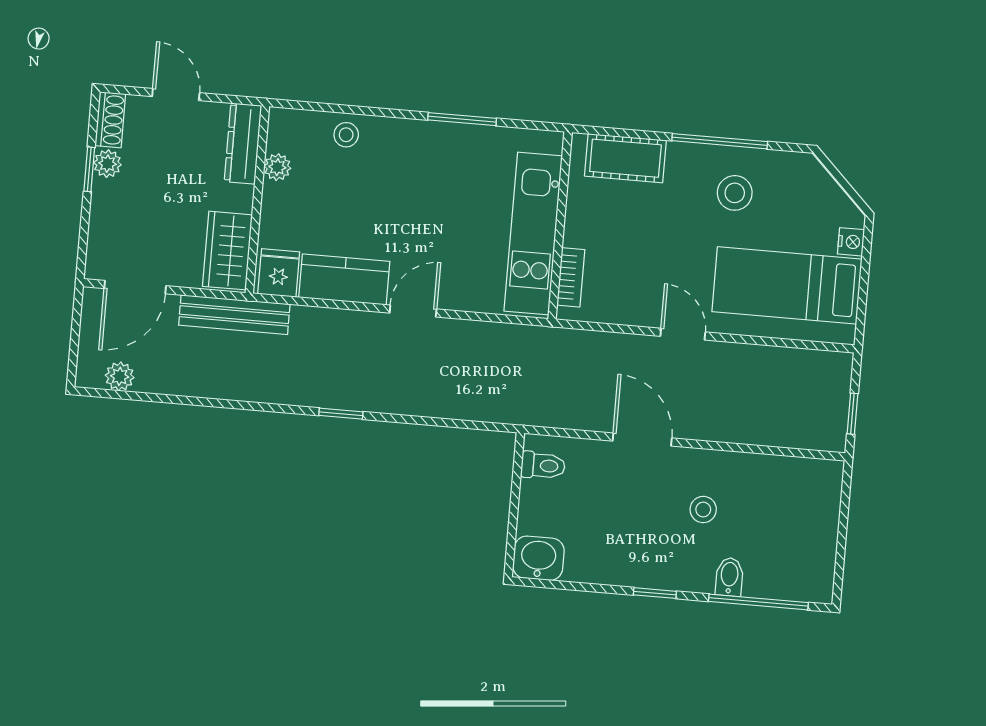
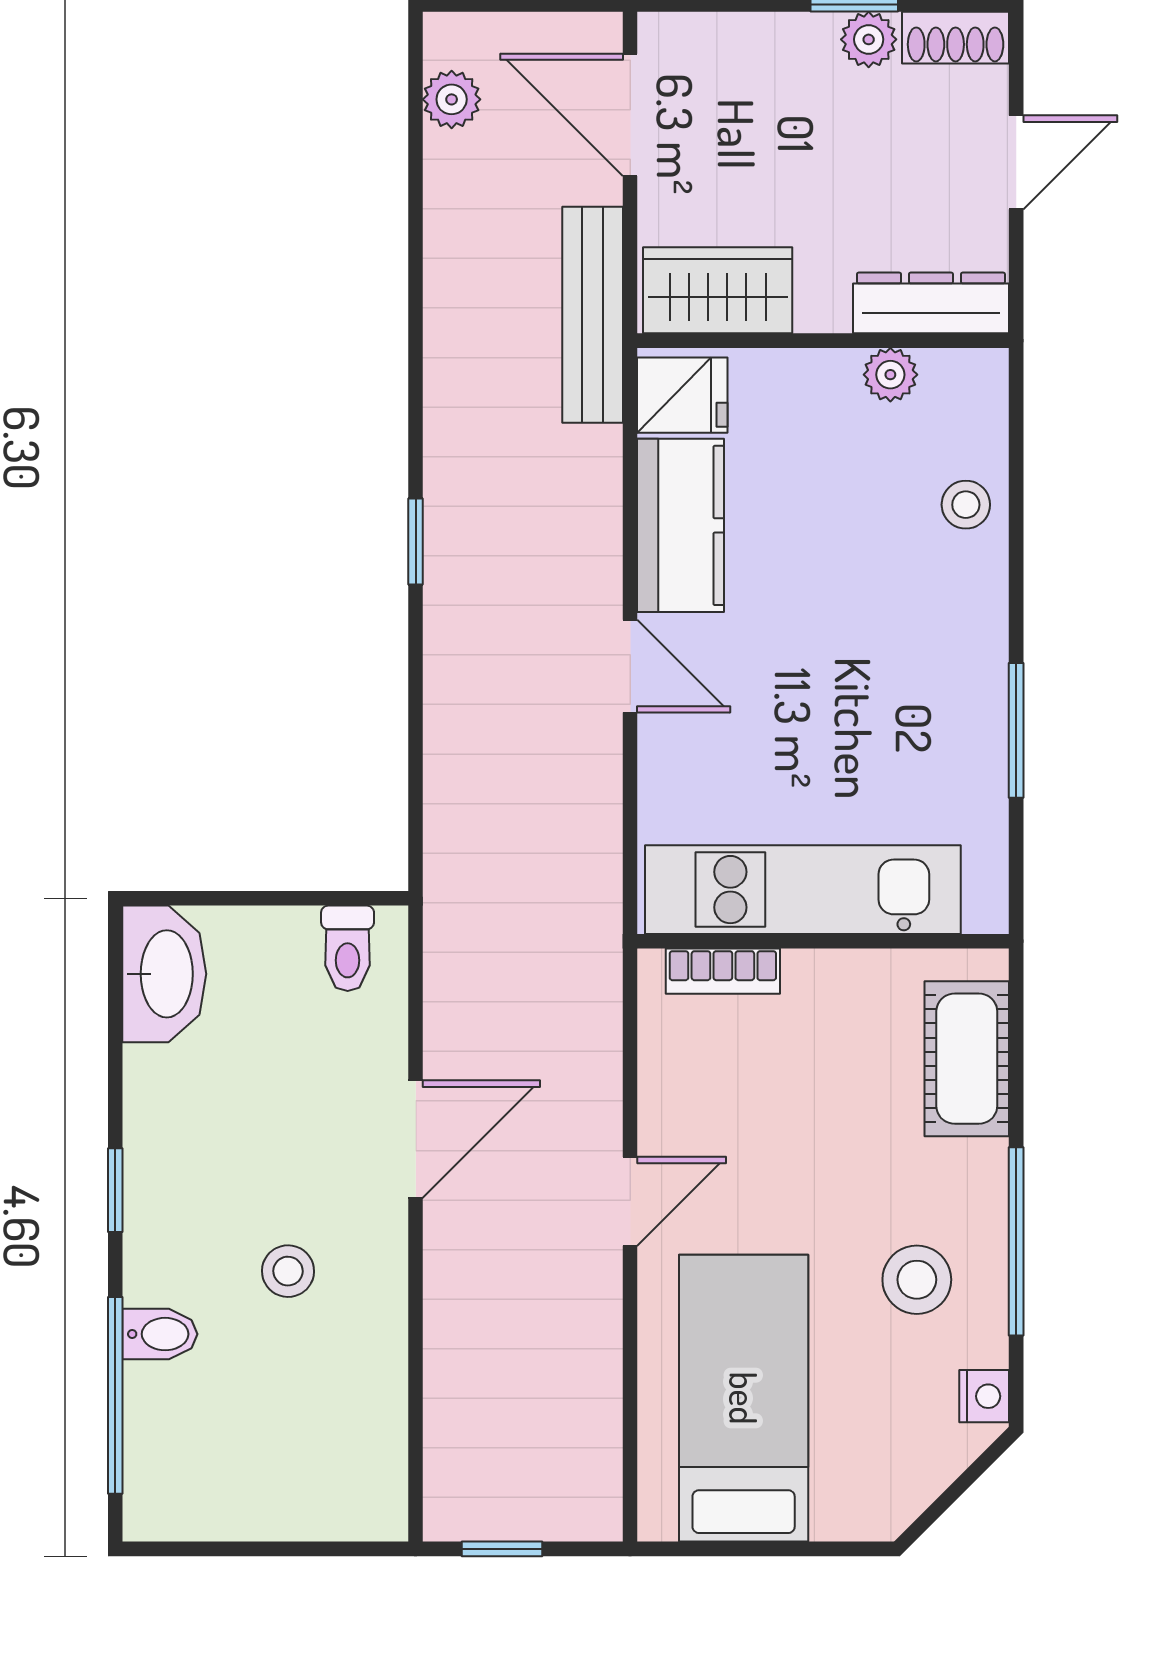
nightstand: (851, 242) -> (984, 1396), moved, turned -90
washbasin: (538, 558) -> (164, 974), width x1.38

